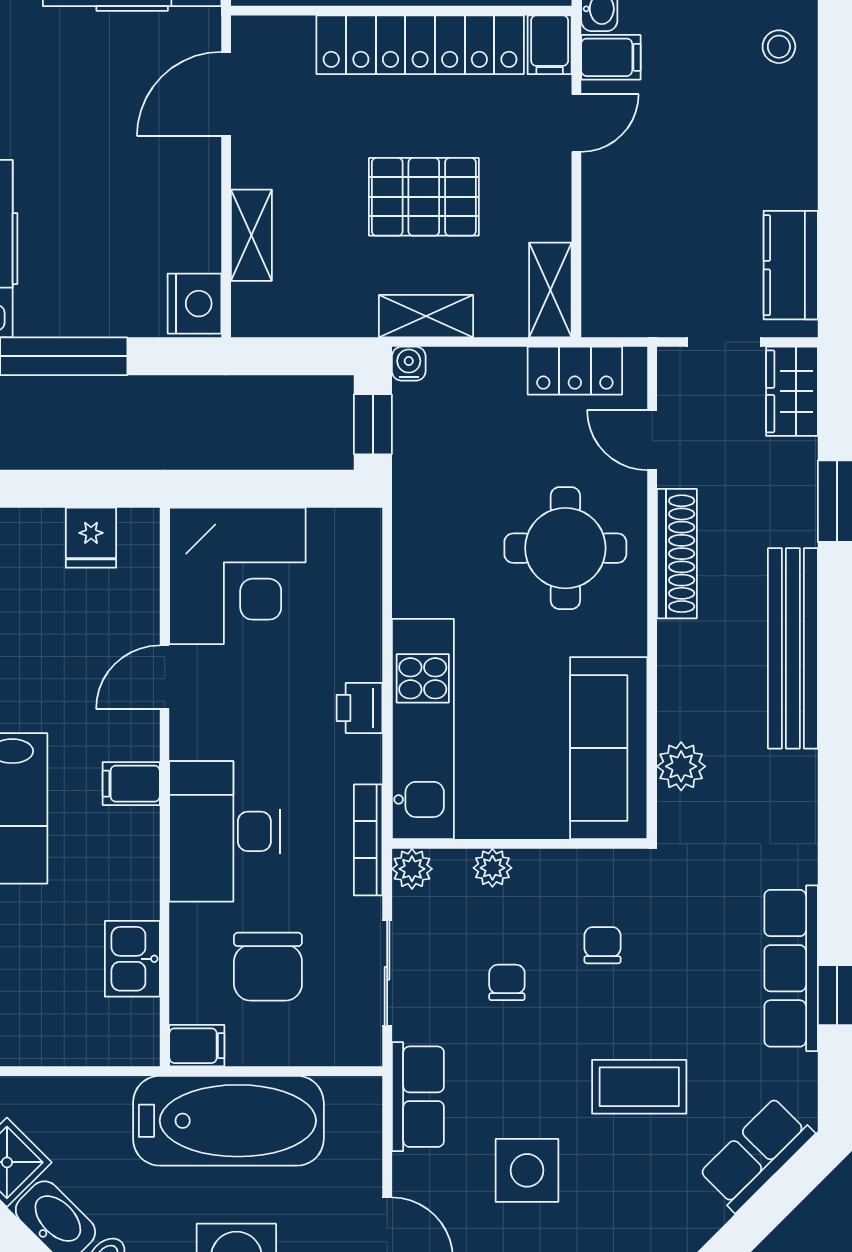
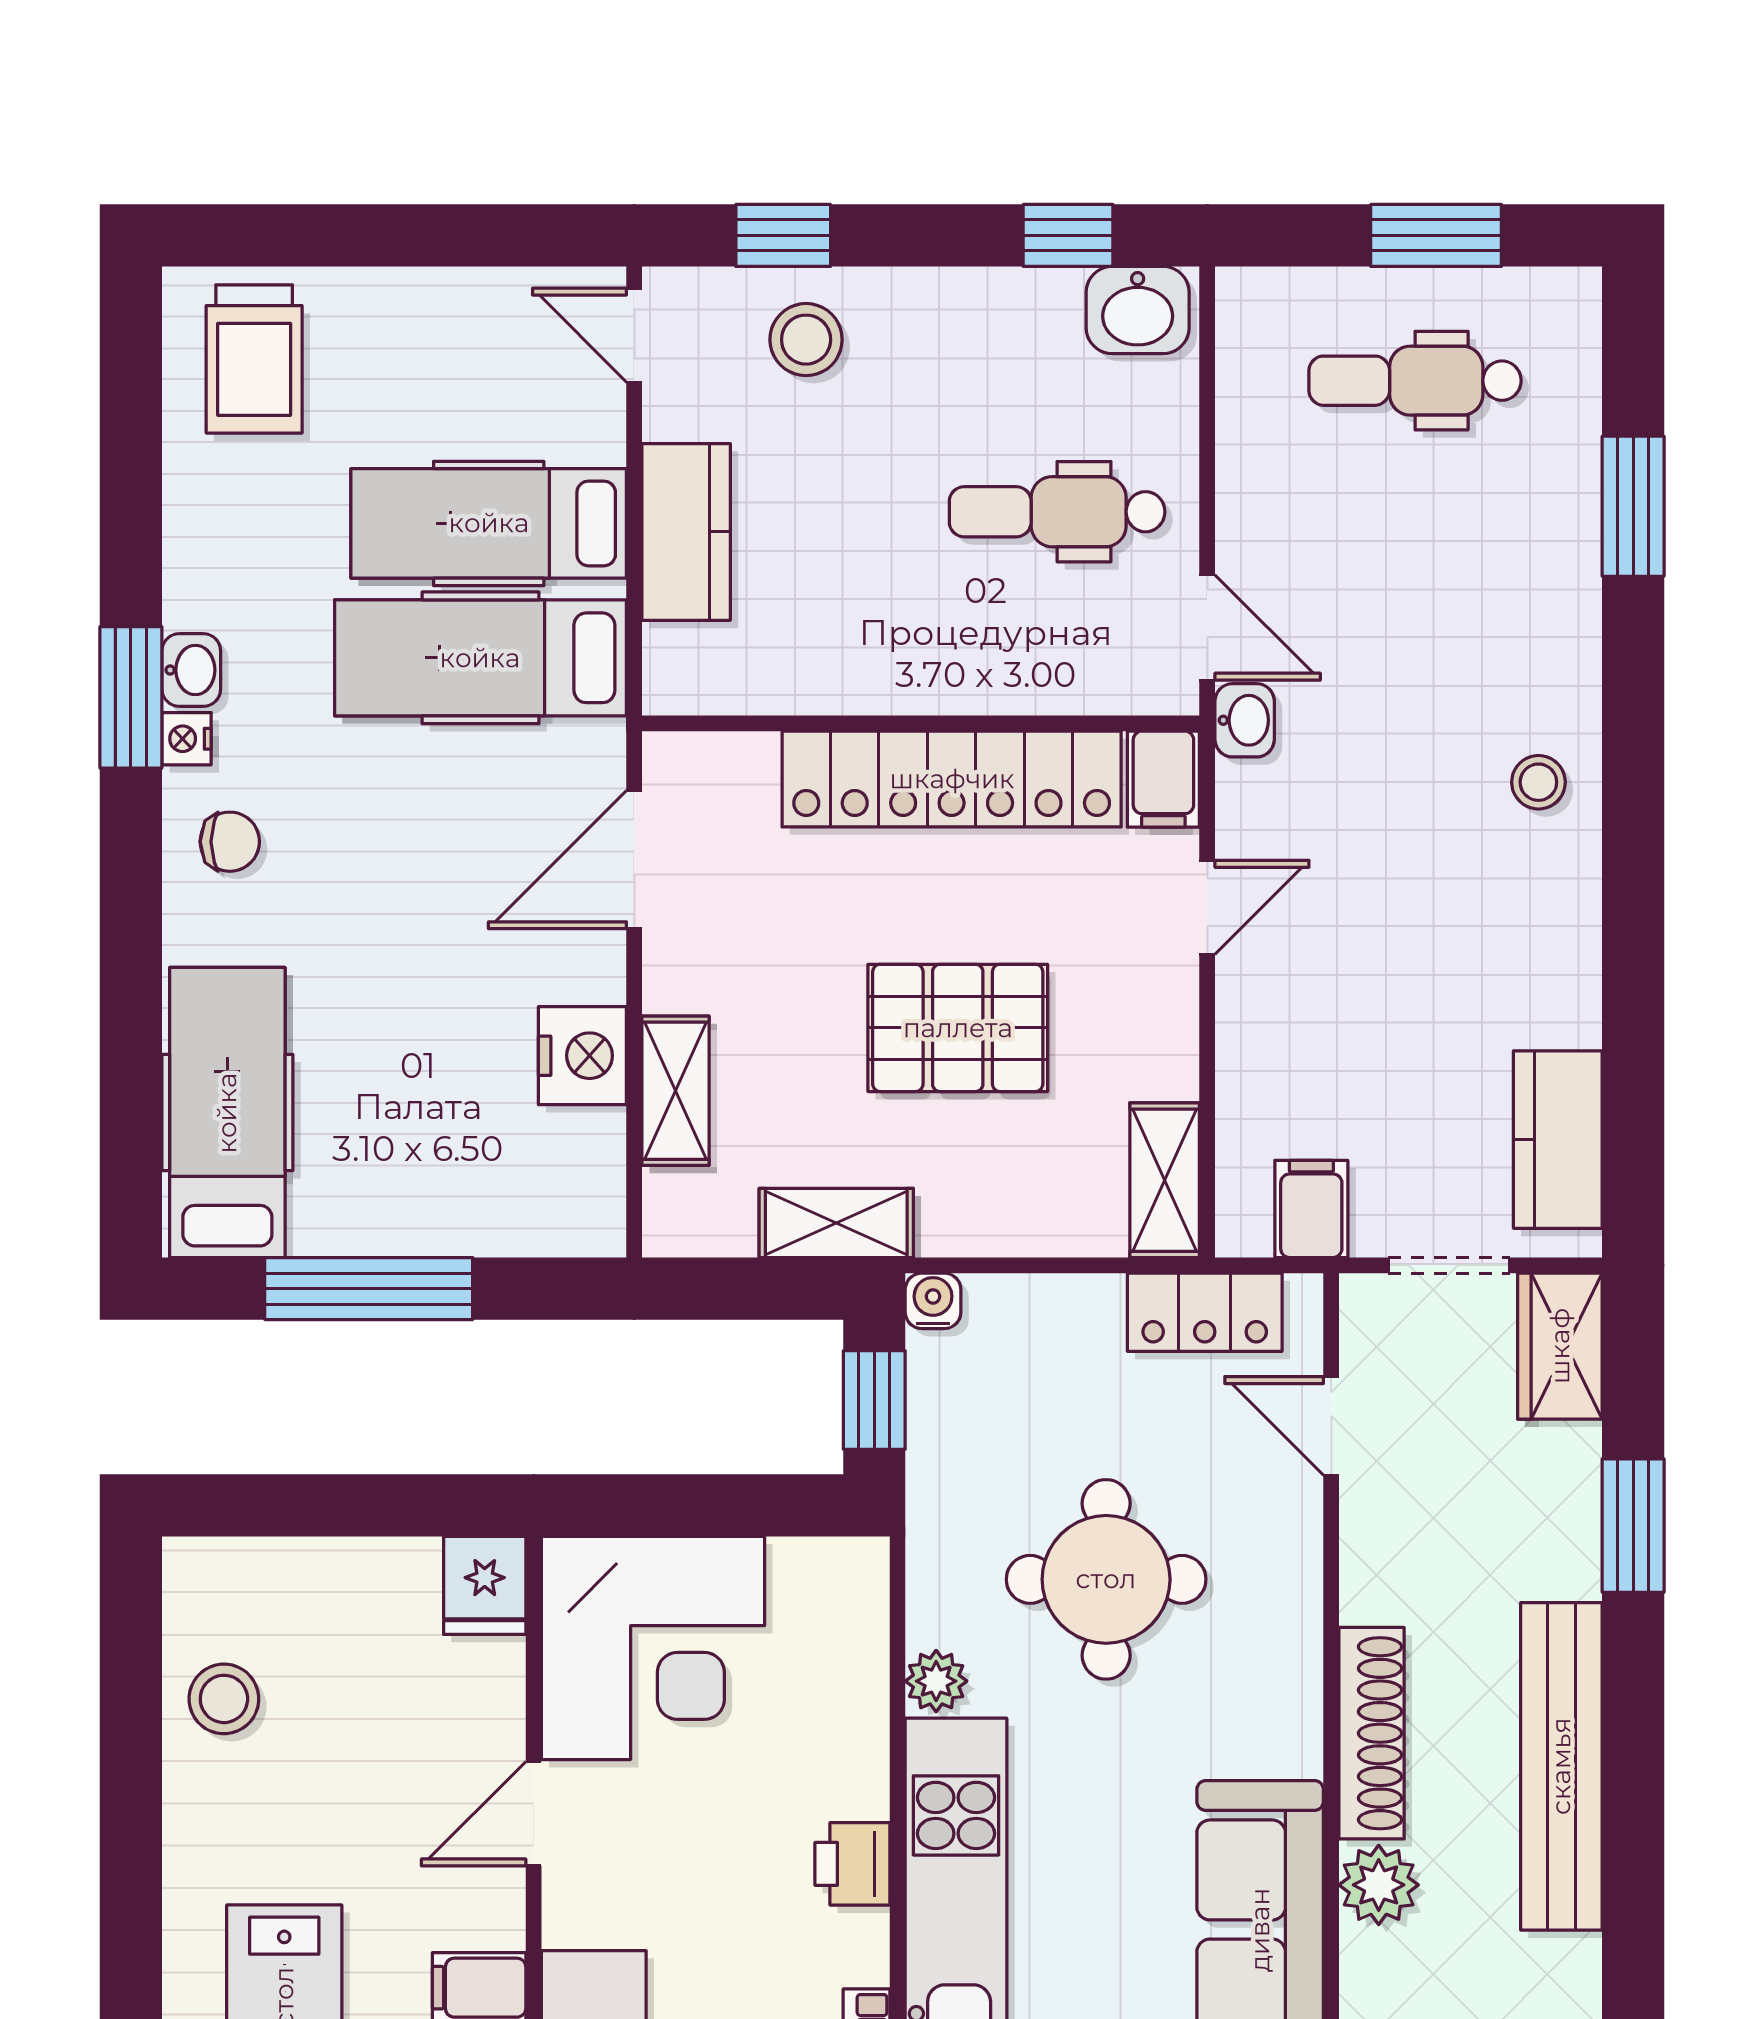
filing cabinet: (611, 57) -> (1311, 1209), moved, turned -90
nightstand: (194, 304) -> (582, 1056), moved
shelving: (426, 316) -> (836, 1223), moved
fridge: (91, 538) -> (485, 1585), moved
round table: (565, 548) -> (1106, 1579), moved
shoe rack: (677, 554) -> (1372, 1733), moved
plant: (411, 596) -> (936, 1681), added
plant: (681, 766) -> (1379, 1885), moved

